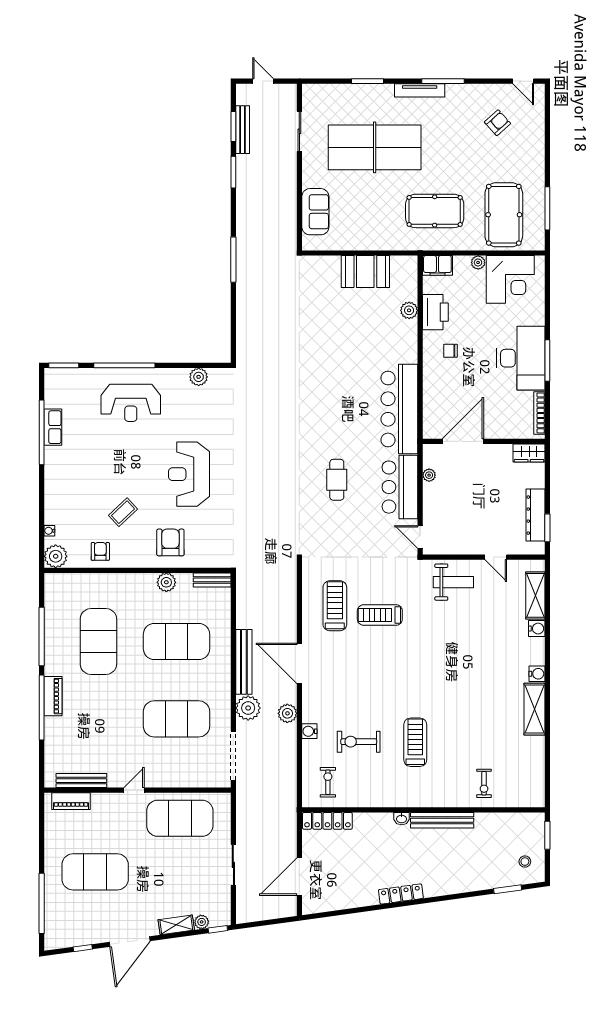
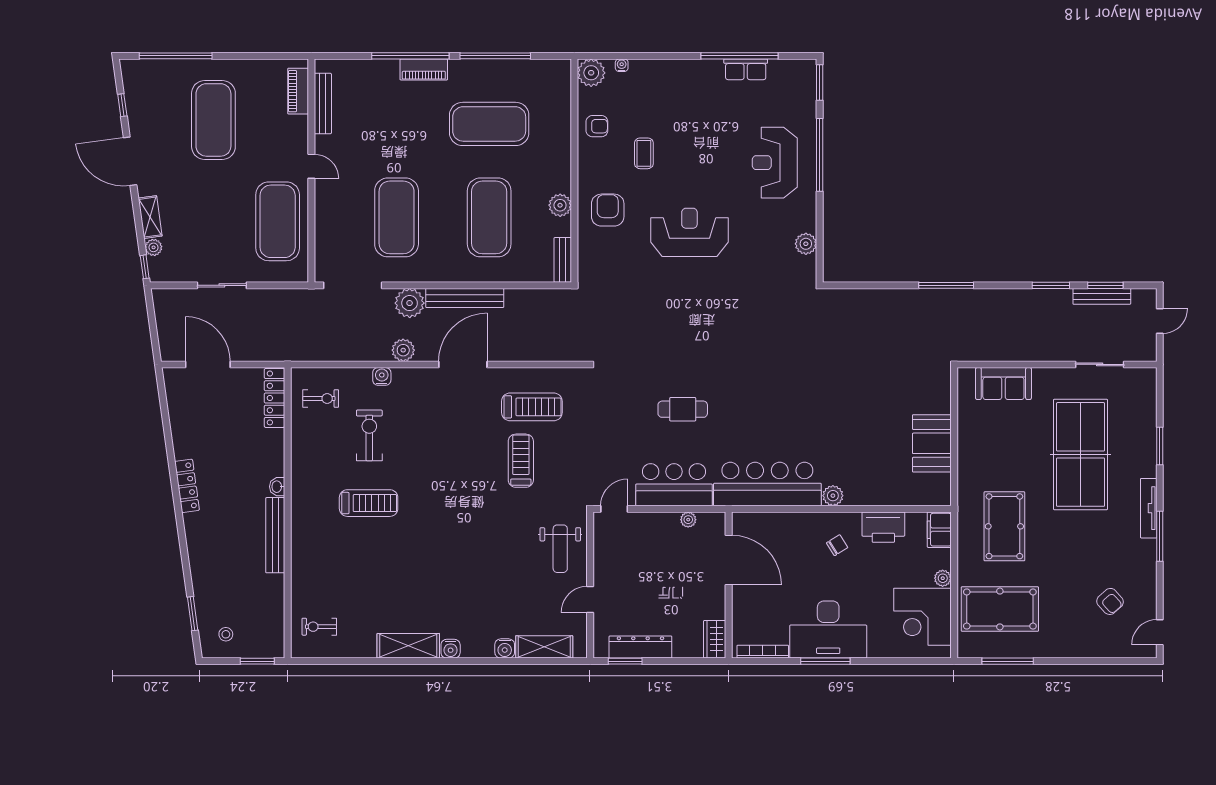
plant: (409, 310) -> (833, 496), moved
chair: (450, 351) -> (837, 545), turned 58
coffee table: (123, 512) -> (644, 153), turned 43
armchair: (170, 542) -> (608, 210), turned -90
exercise bike: (484, 783) -> (319, 627), moved

